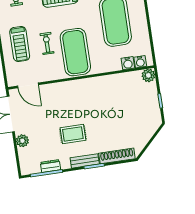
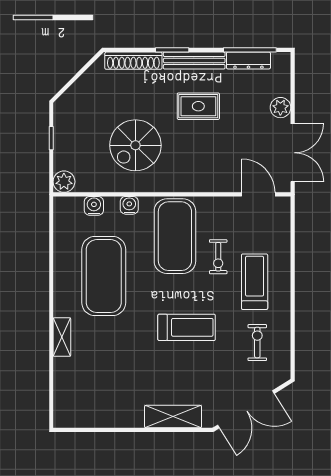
treadmill: (20, 44) -> (255, 282), moved
water cooler: (140, 62) -> (129, 205), moved
spiral stairs: (108, 104) -> (135, 145), added
bench: (85, 161) -> (194, 60), width x1.36
dresser: (50, 166) -> (248, 60), width x1.44

